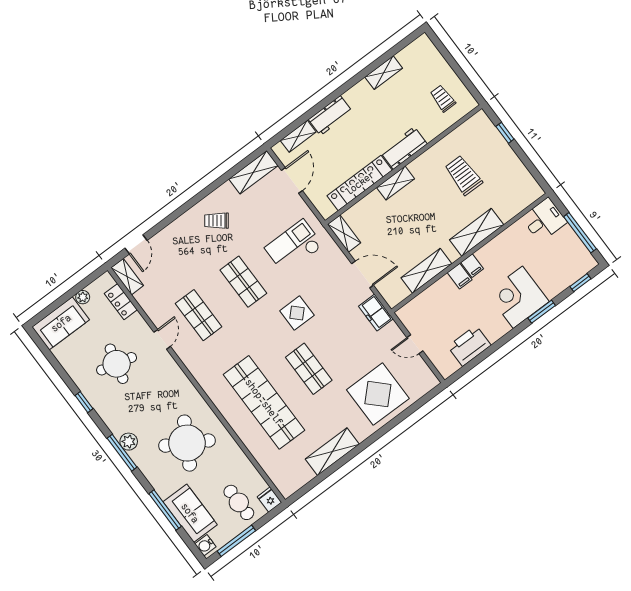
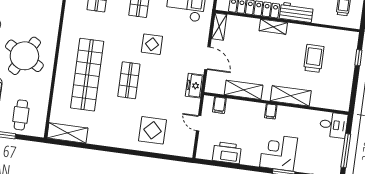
filing cabinet: (460, 276) -> (219, 105), moved
display table: (378, 394) -> (152, 130), width x0.73, depth x0.73
shelving: (332, 452) -> (67, 133), moved
fridge: (270, 499) -> (39, 130), removed

